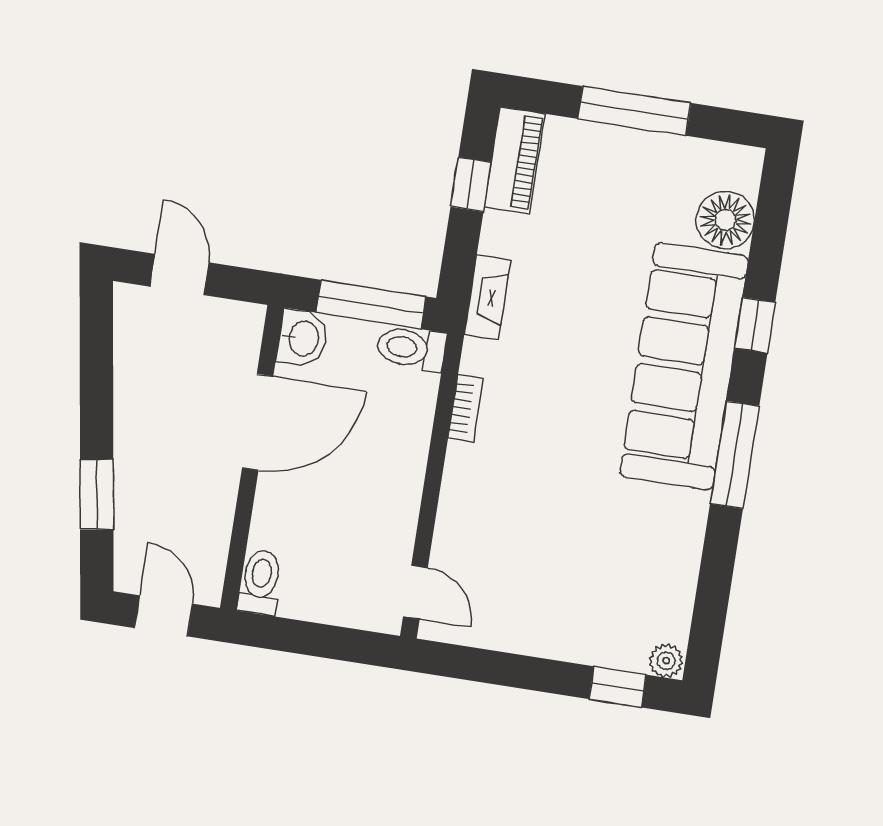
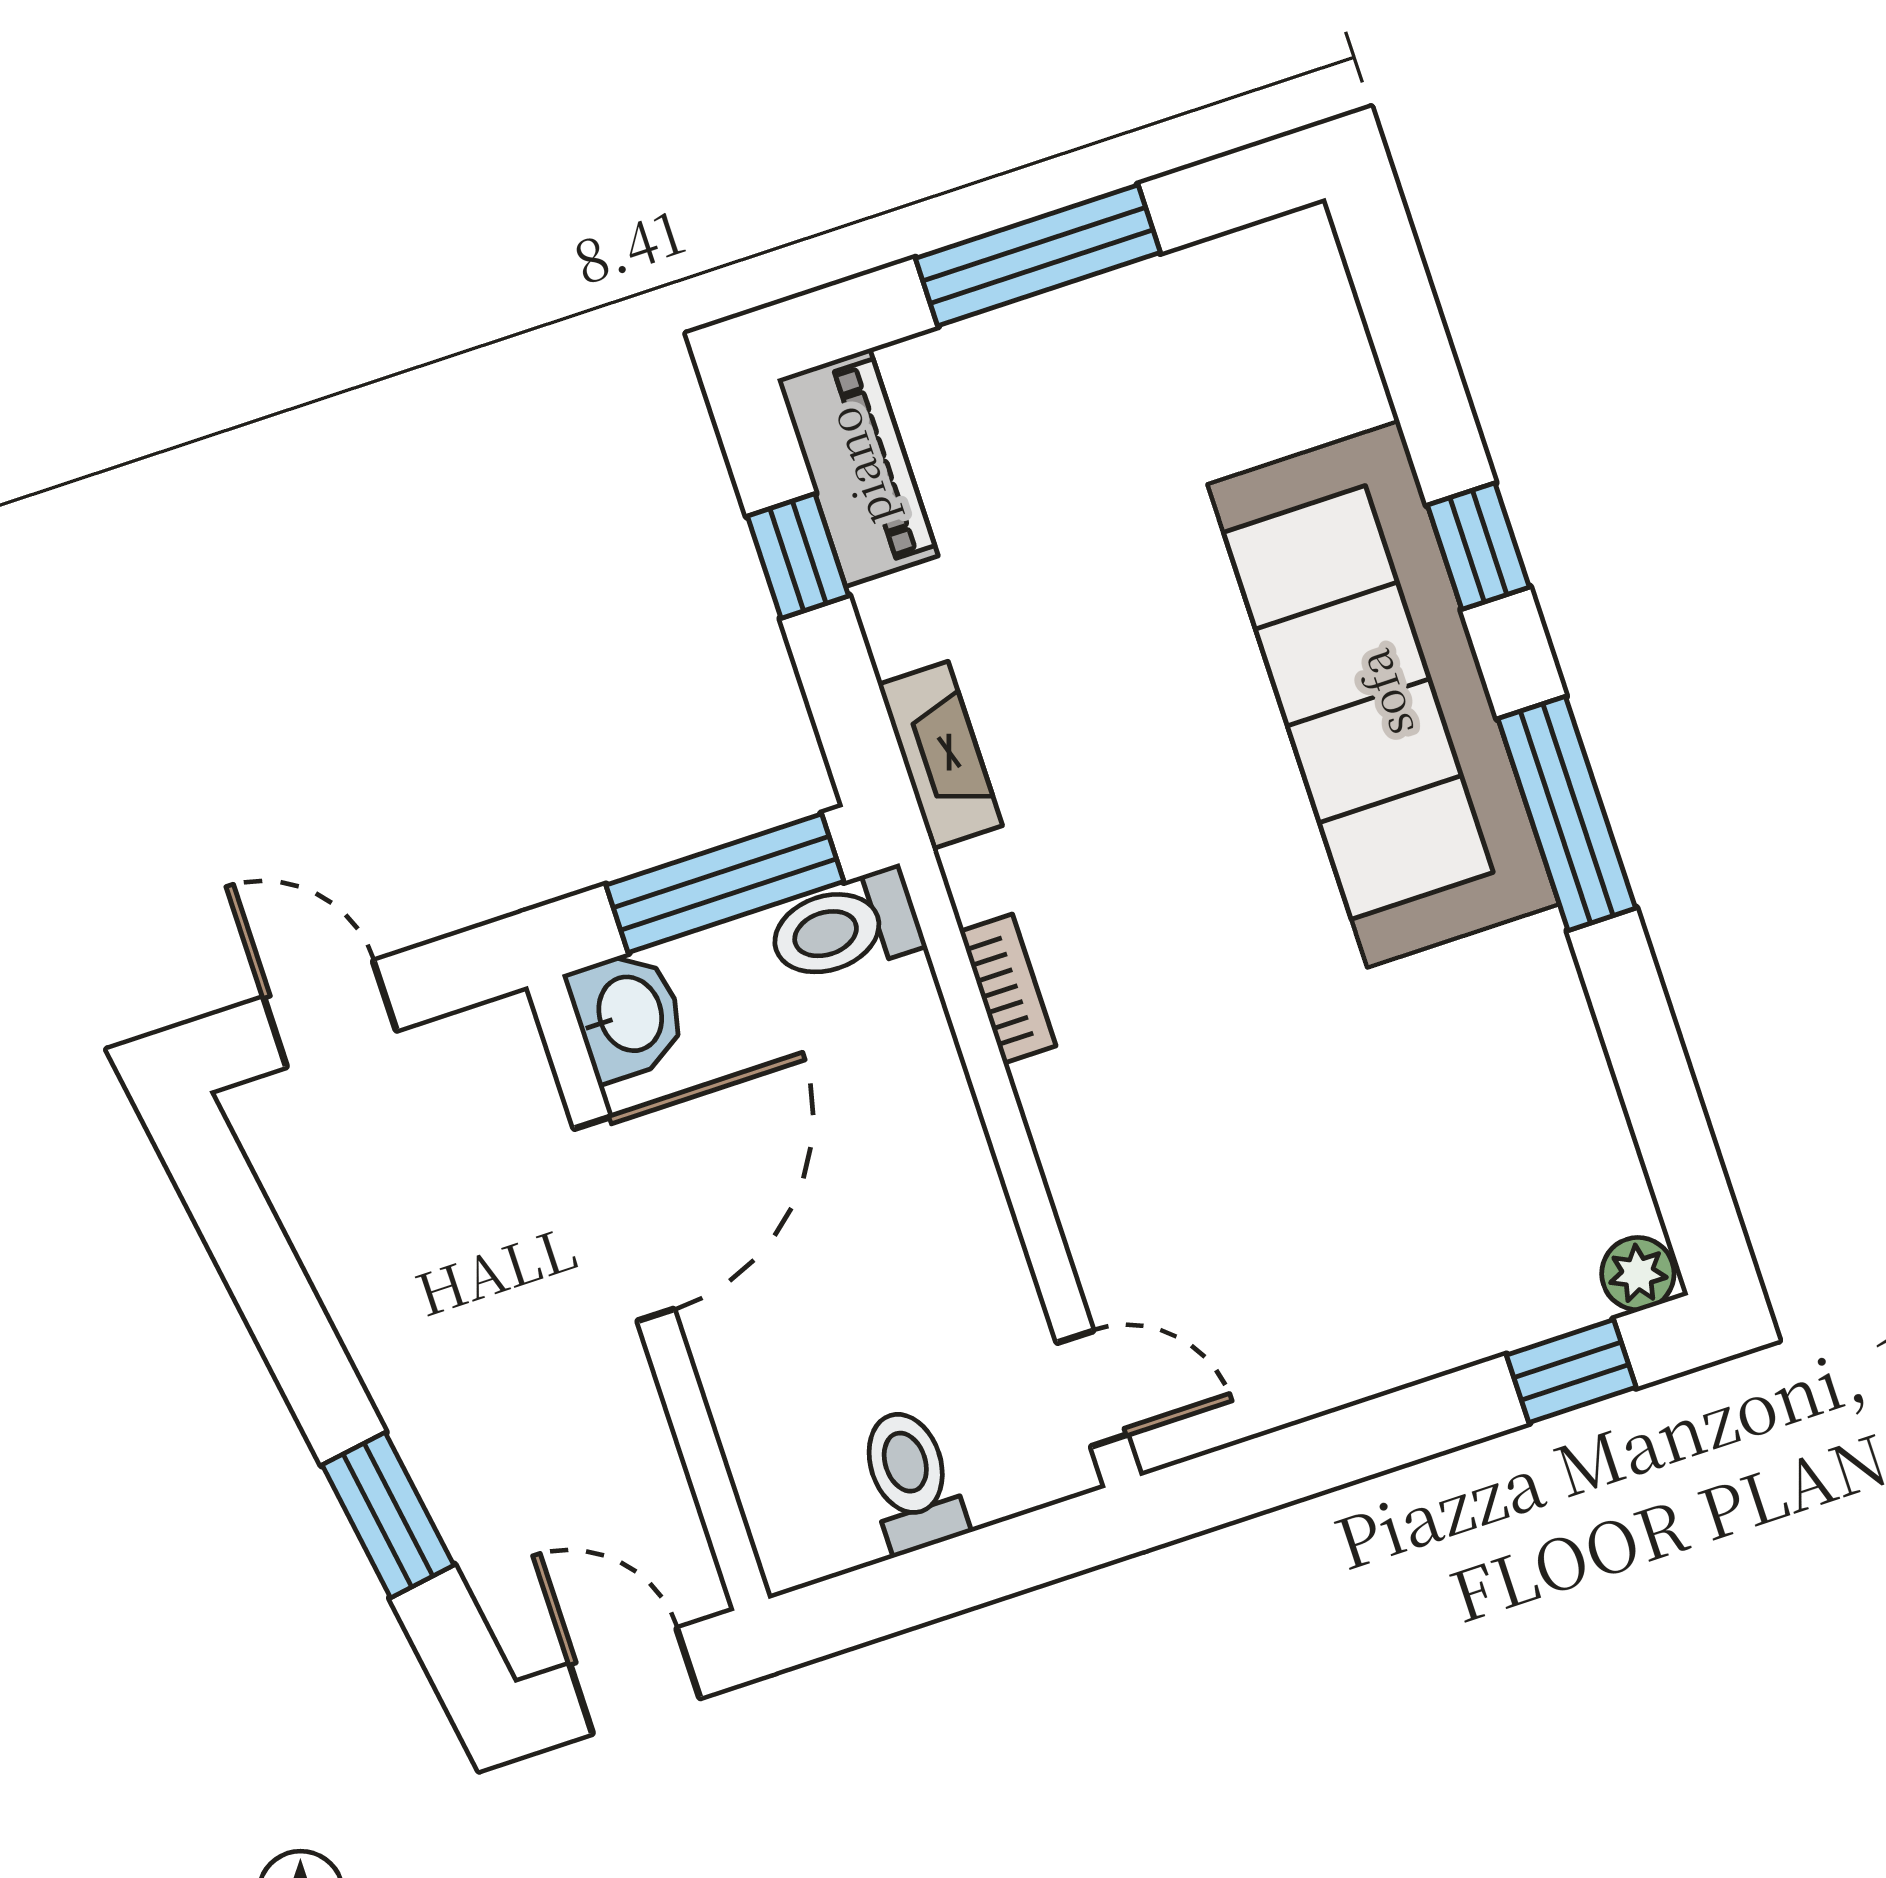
floor lamp: (725, 220) -> (1319, 374), removed
toilet: (260, 582) -> (911, 1480), moved

